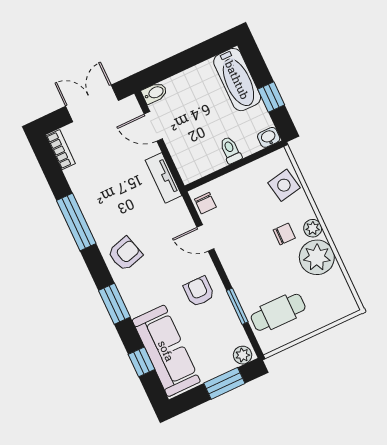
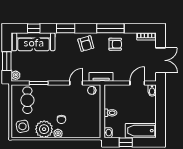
tv unit: (164, 178) -> (101, 77), moved
side table: (284, 185) -> (22, 126), moved
armchair: (199, 291) -> (115, 44), moved

